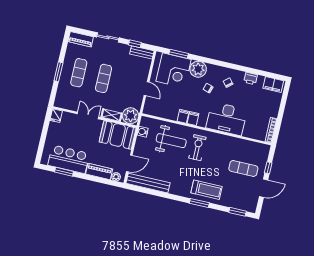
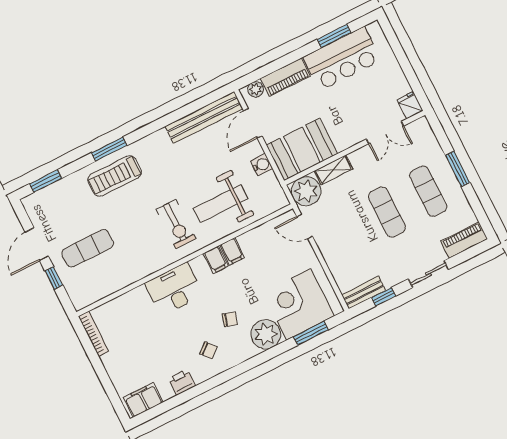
door: (147, 89) -> (305, 227), moved
double door: (88, 115) -> (385, 133), moved
desk: (227, 119) -> (174, 289), width x0.73, depth x0.77
water cooler: (143, 132) -> (262, 165), moved

